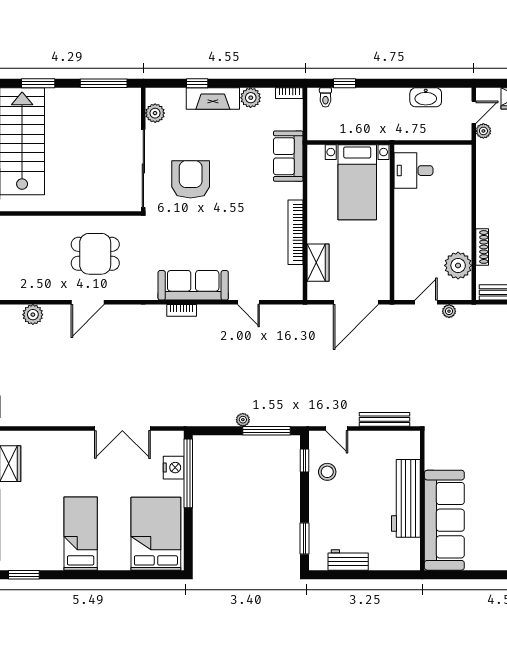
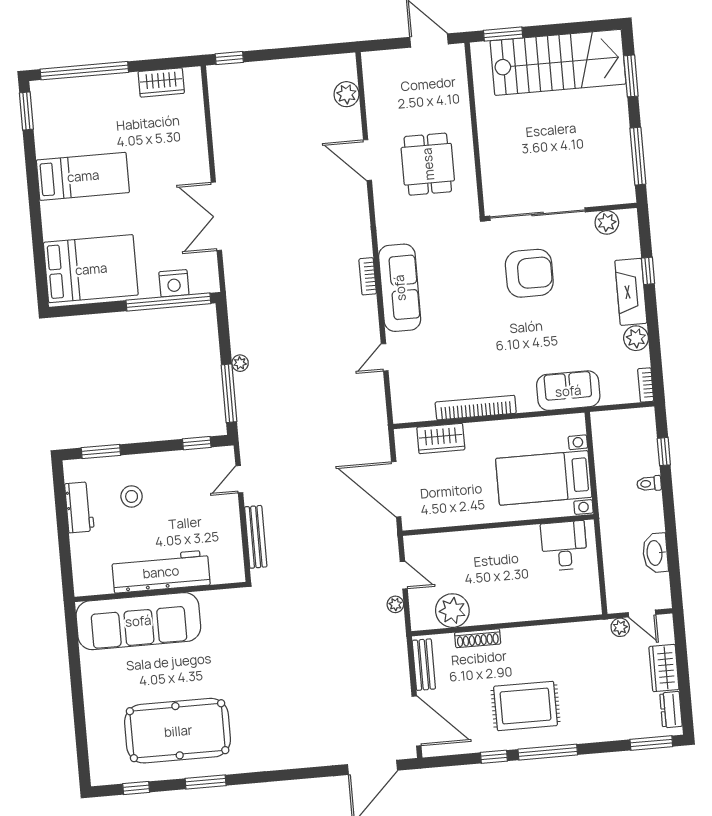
toilet: (325, 97) -> (649, 484), moved
stool: (327, 472) -> (132, 496), moved

